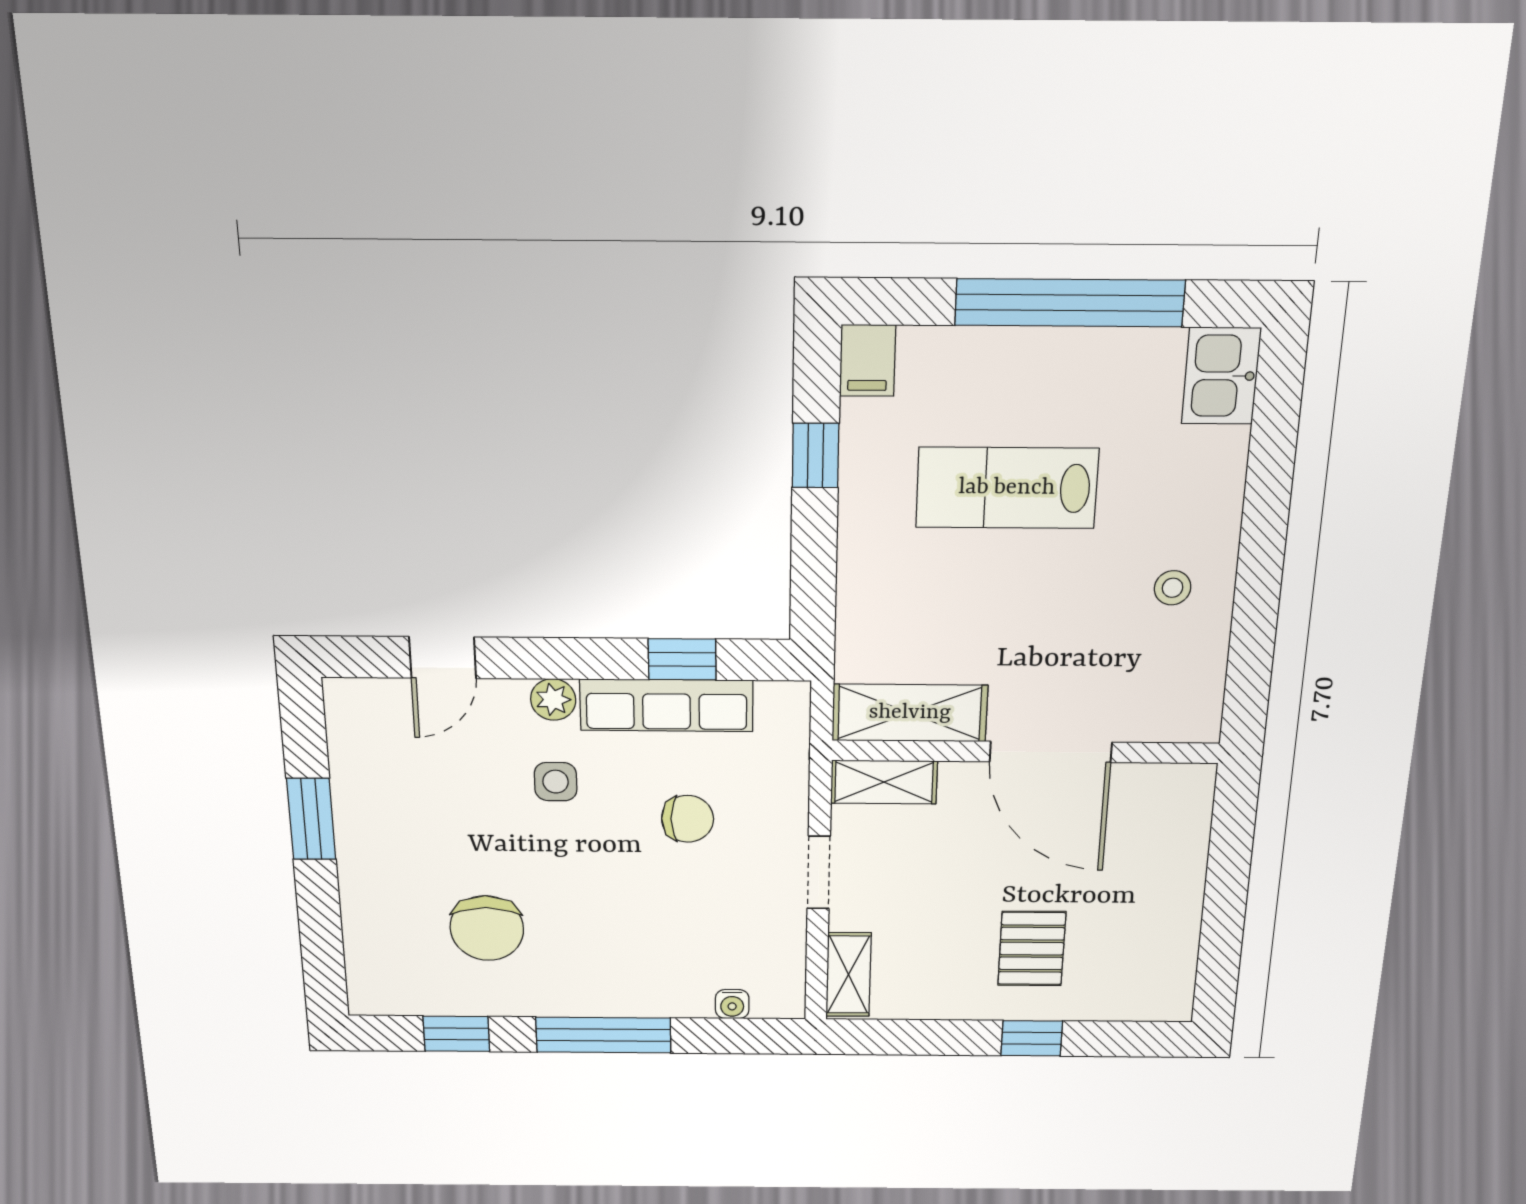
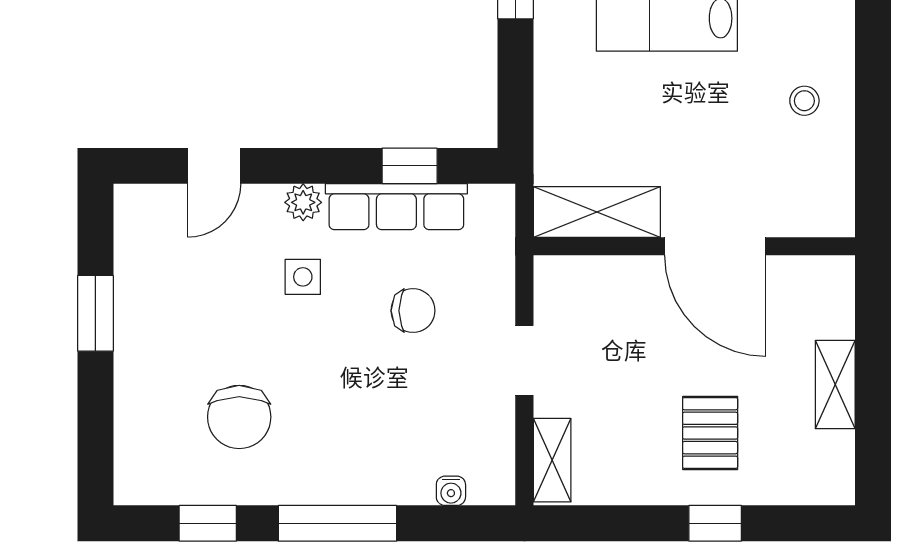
shelving: (884, 782) -> (835, 385), moved, turned 90

